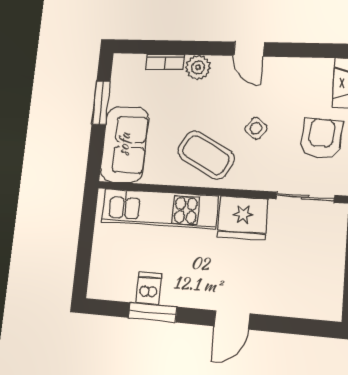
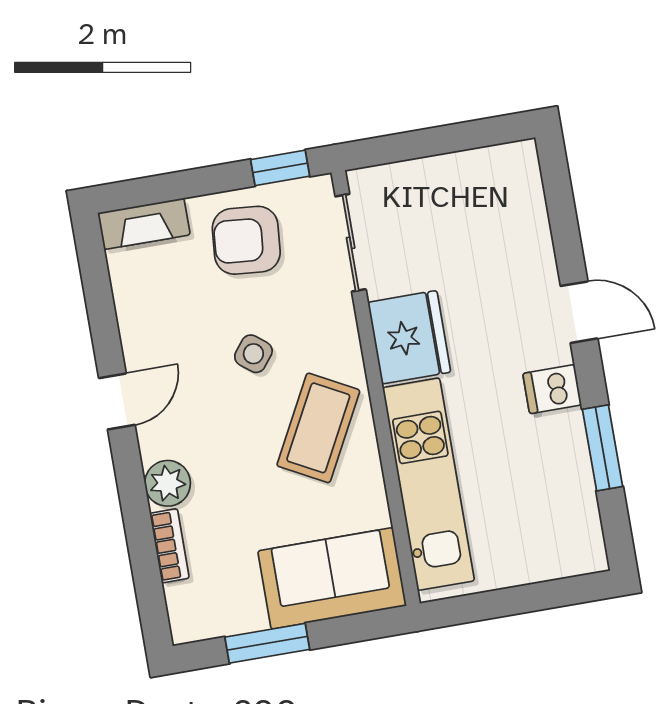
dishwasher: (149, 288) -> (552, 389), moved

